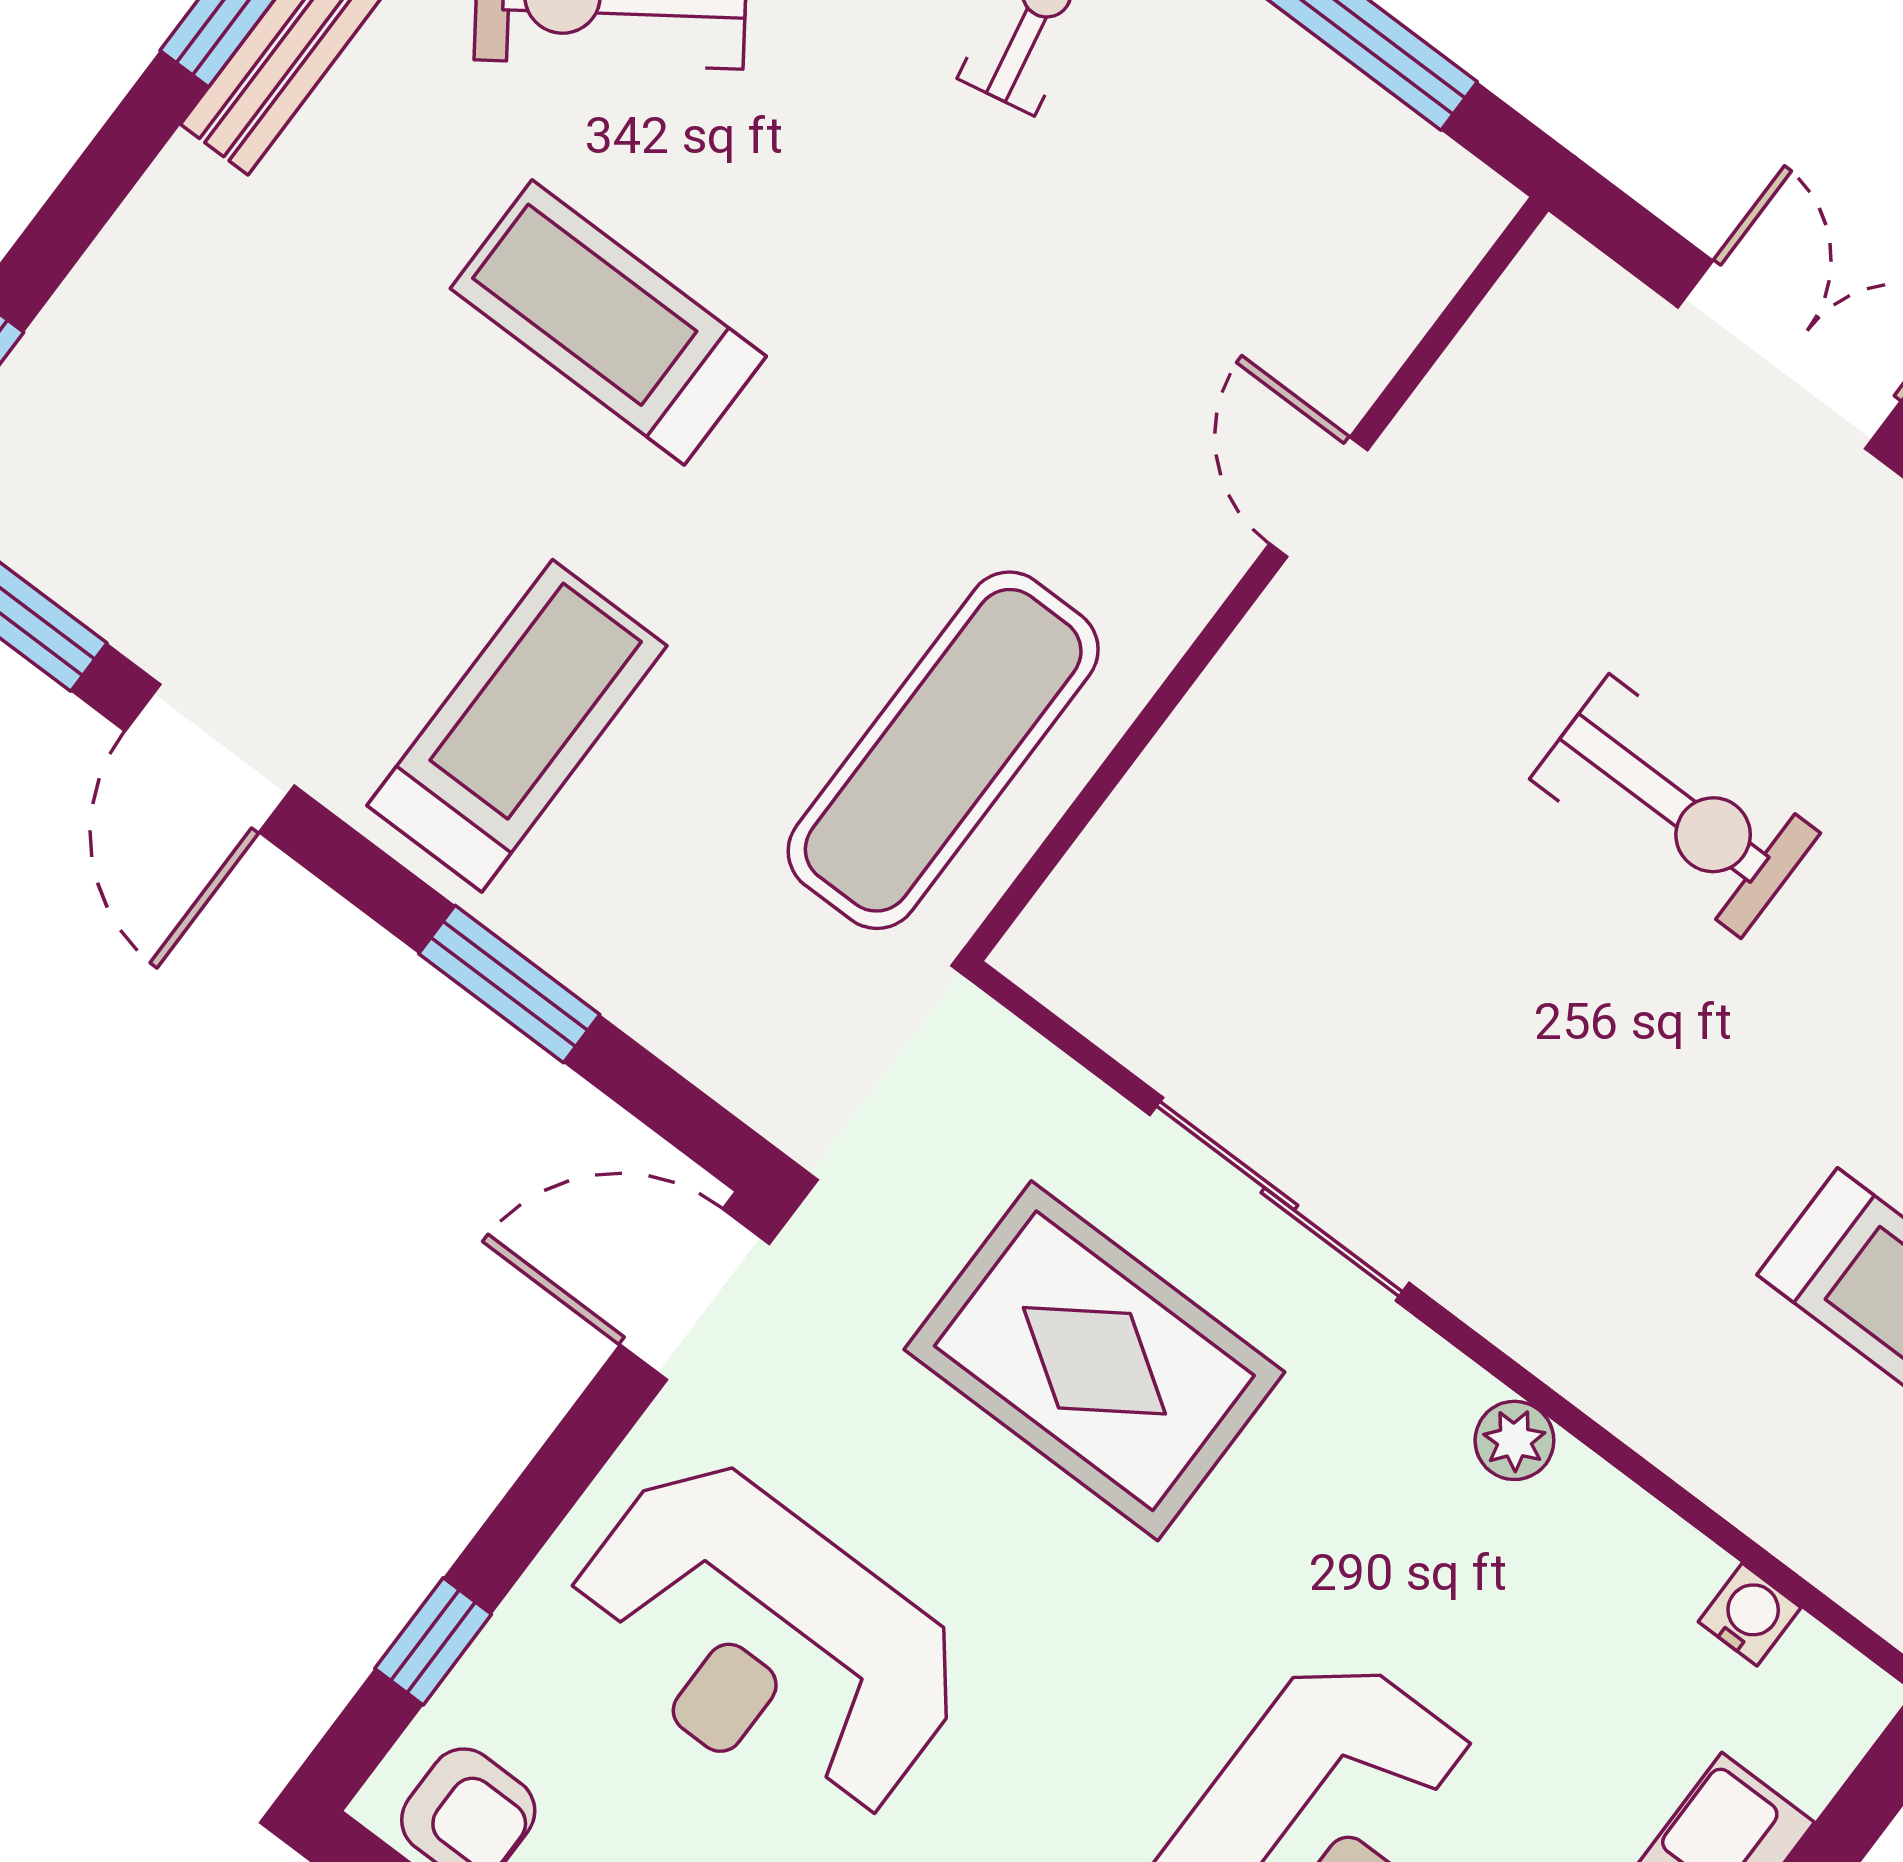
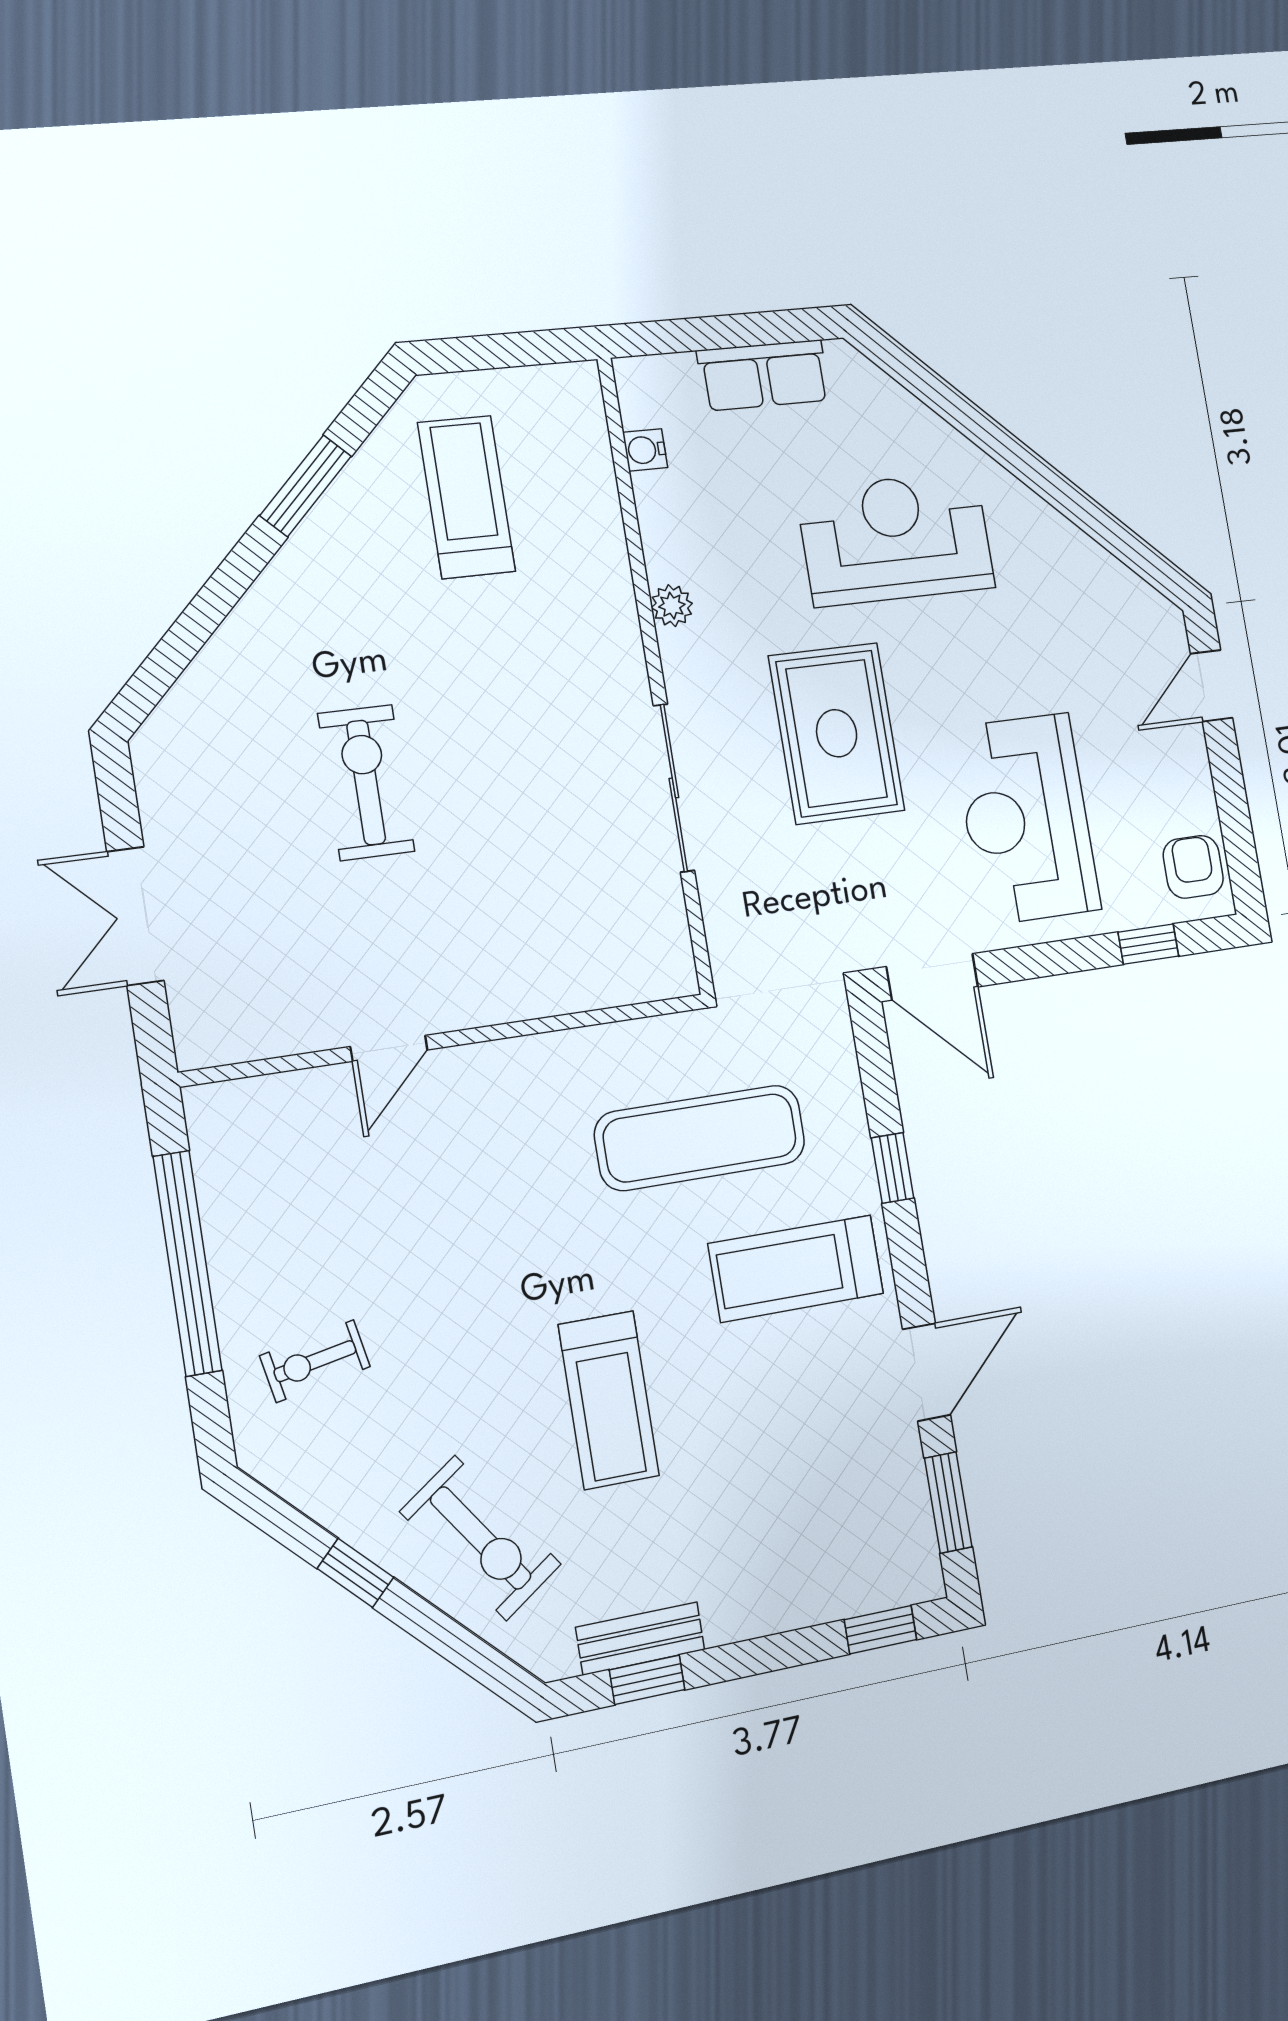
exercise mat: (943, 750) -> (700, 1138), moved
window: (509, 984) -> (893, 1168), width x0.67
rug: (1094, 1361) -> (837, 733), moved
reception desk: (766, 1643) -> (1026, 819), turned 180

